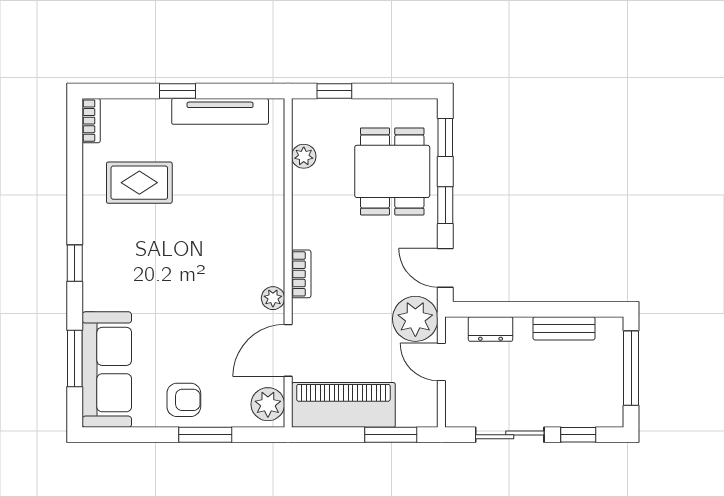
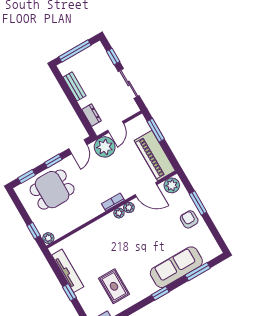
plant: (304, 156) -> (48, 238), moved
plant: (273, 273) -> (119, 213), added
sofa: (107, 370) -> (176, 267), moved

